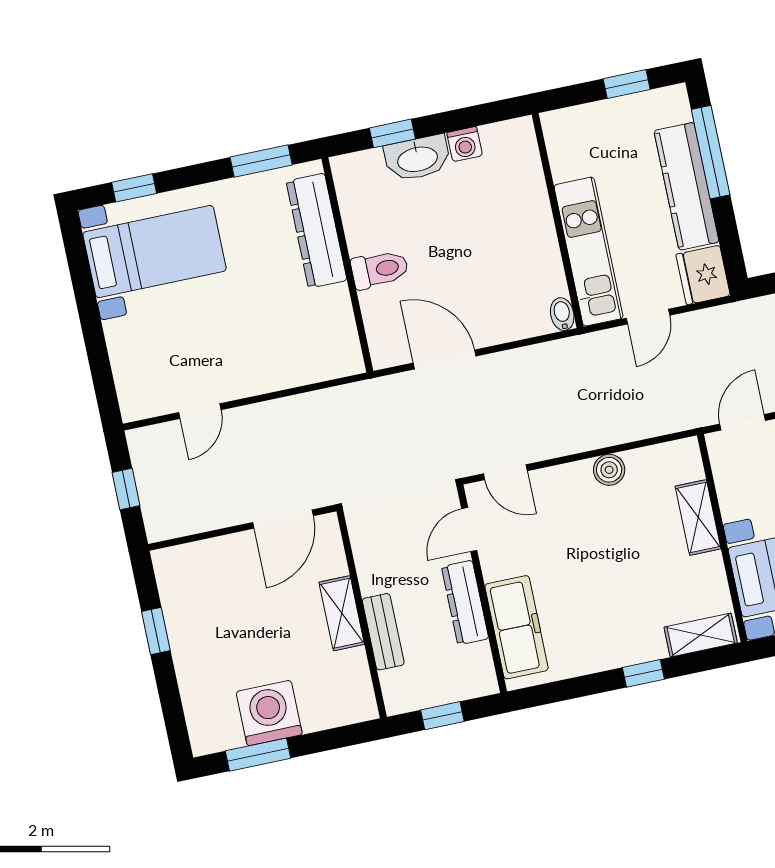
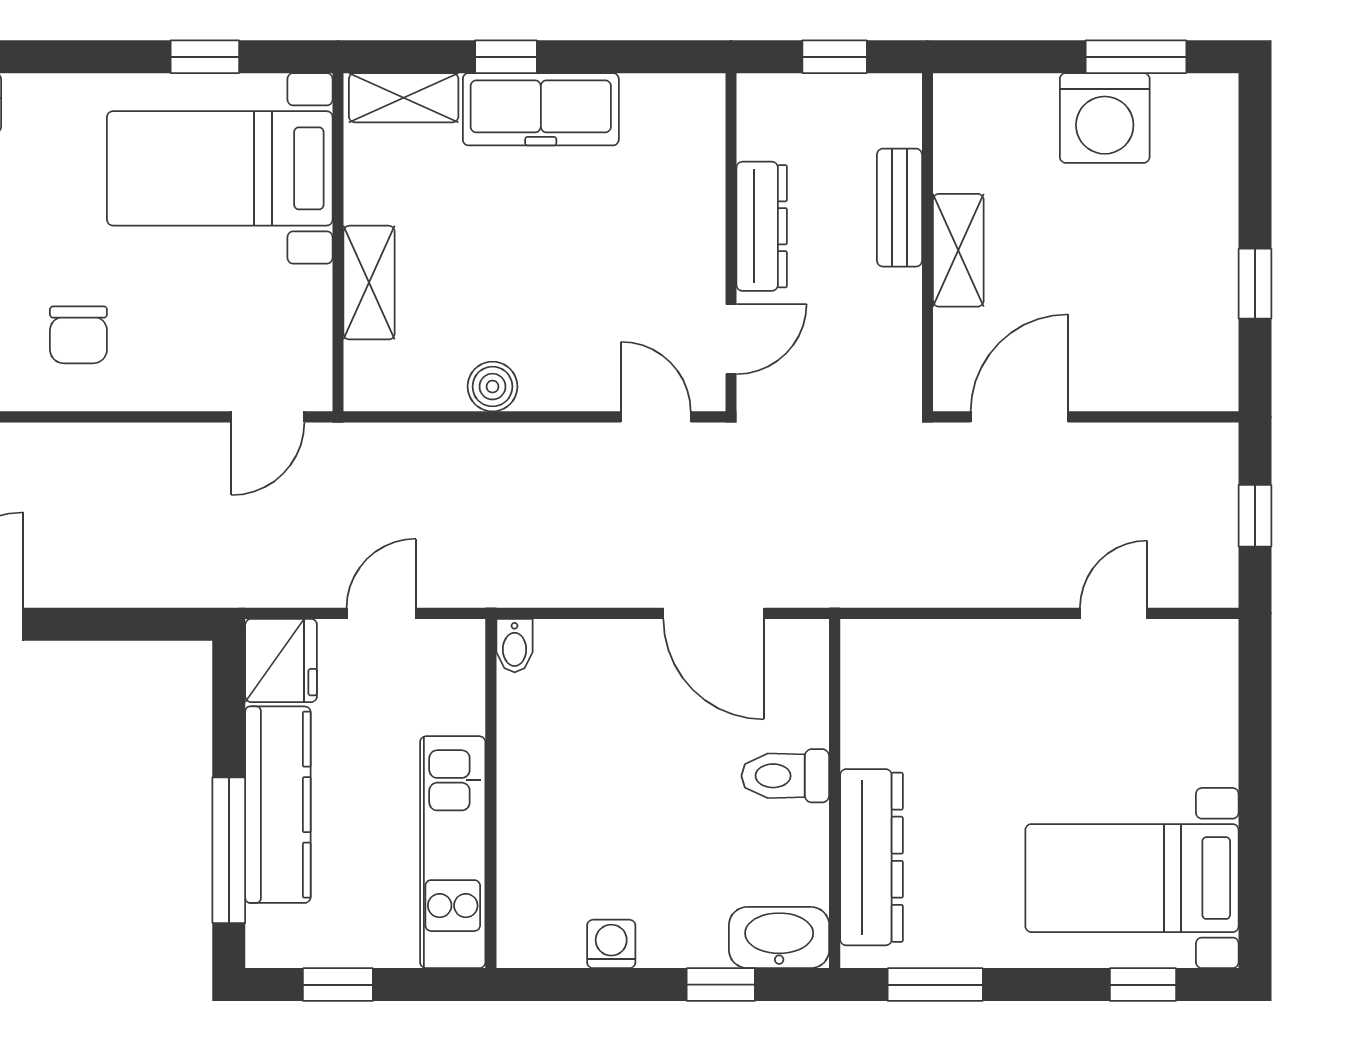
washbasin: (417, 158) -> (779, 938), moved
kitchen unit: (589, 252) -> (453, 852), moved
freezer: (517, 627) -> (541, 109), moved, turned -90

